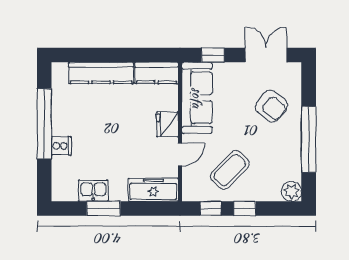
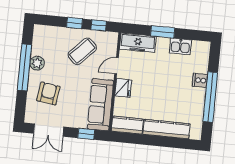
armchair: (271, 106) -> (48, 94), turned 58
plant: (291, 191) -> (37, 63), moved
window: (104, 209) -> (163, 32), moved

